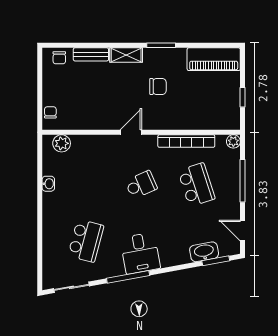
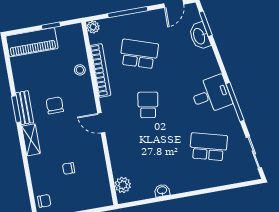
bench: (91, 54) -> (25, 108), moved
piano: (214, 59) -> (32, 42), moved, turned 90
chair: (50, 112) -> (69, 168), moved
stool: (191, 120) -> (80, 70), added
school desk: (141, 185) -> (148, 105), turned 33
school desk: (196, 185) -> (139, 54), turned 36

